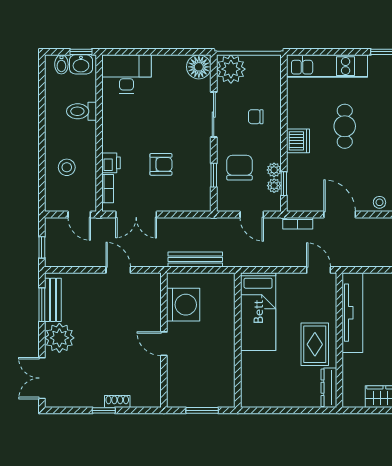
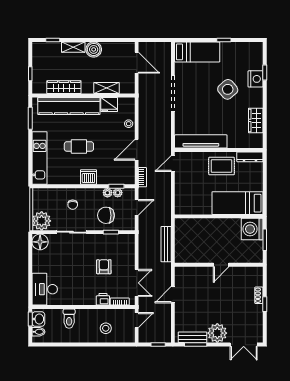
washing machine: (183, 305) -> (252, 229), moved, turned -90
bed: (258, 312) -> (237, 203), moved, turned 180

